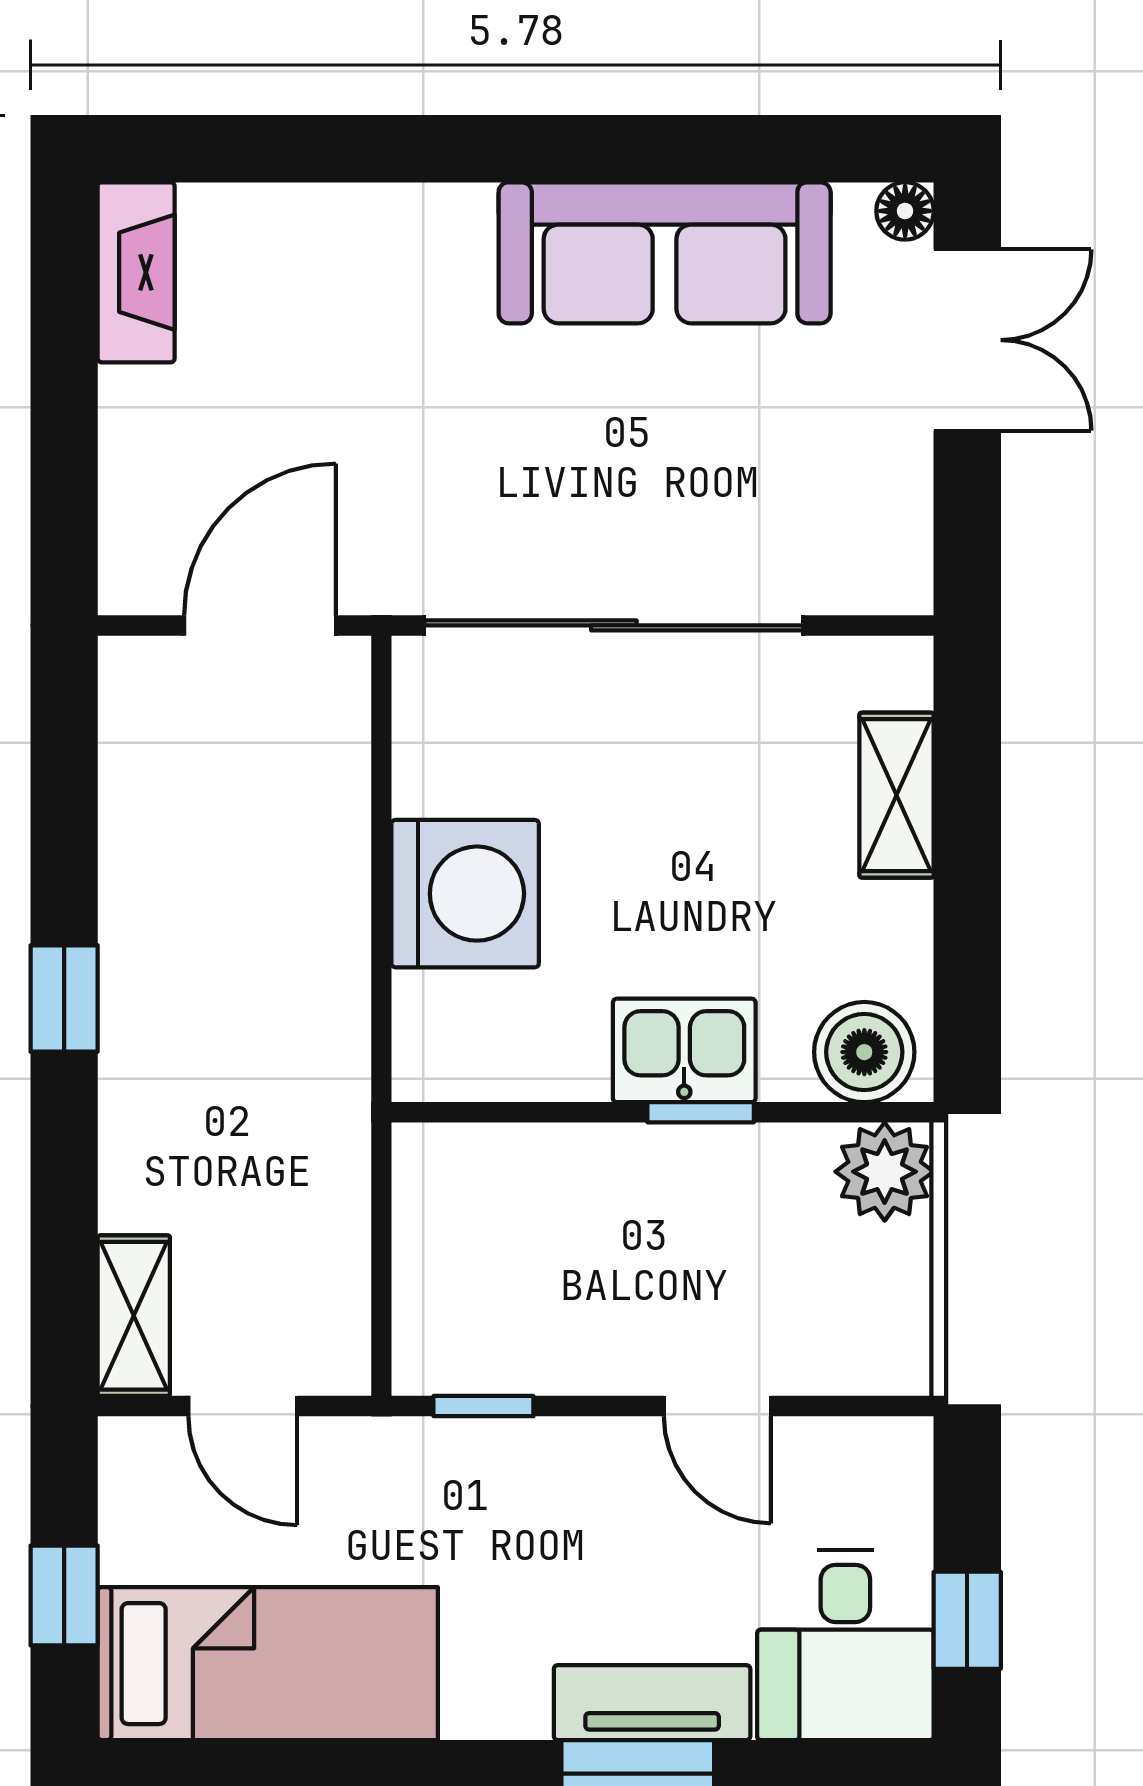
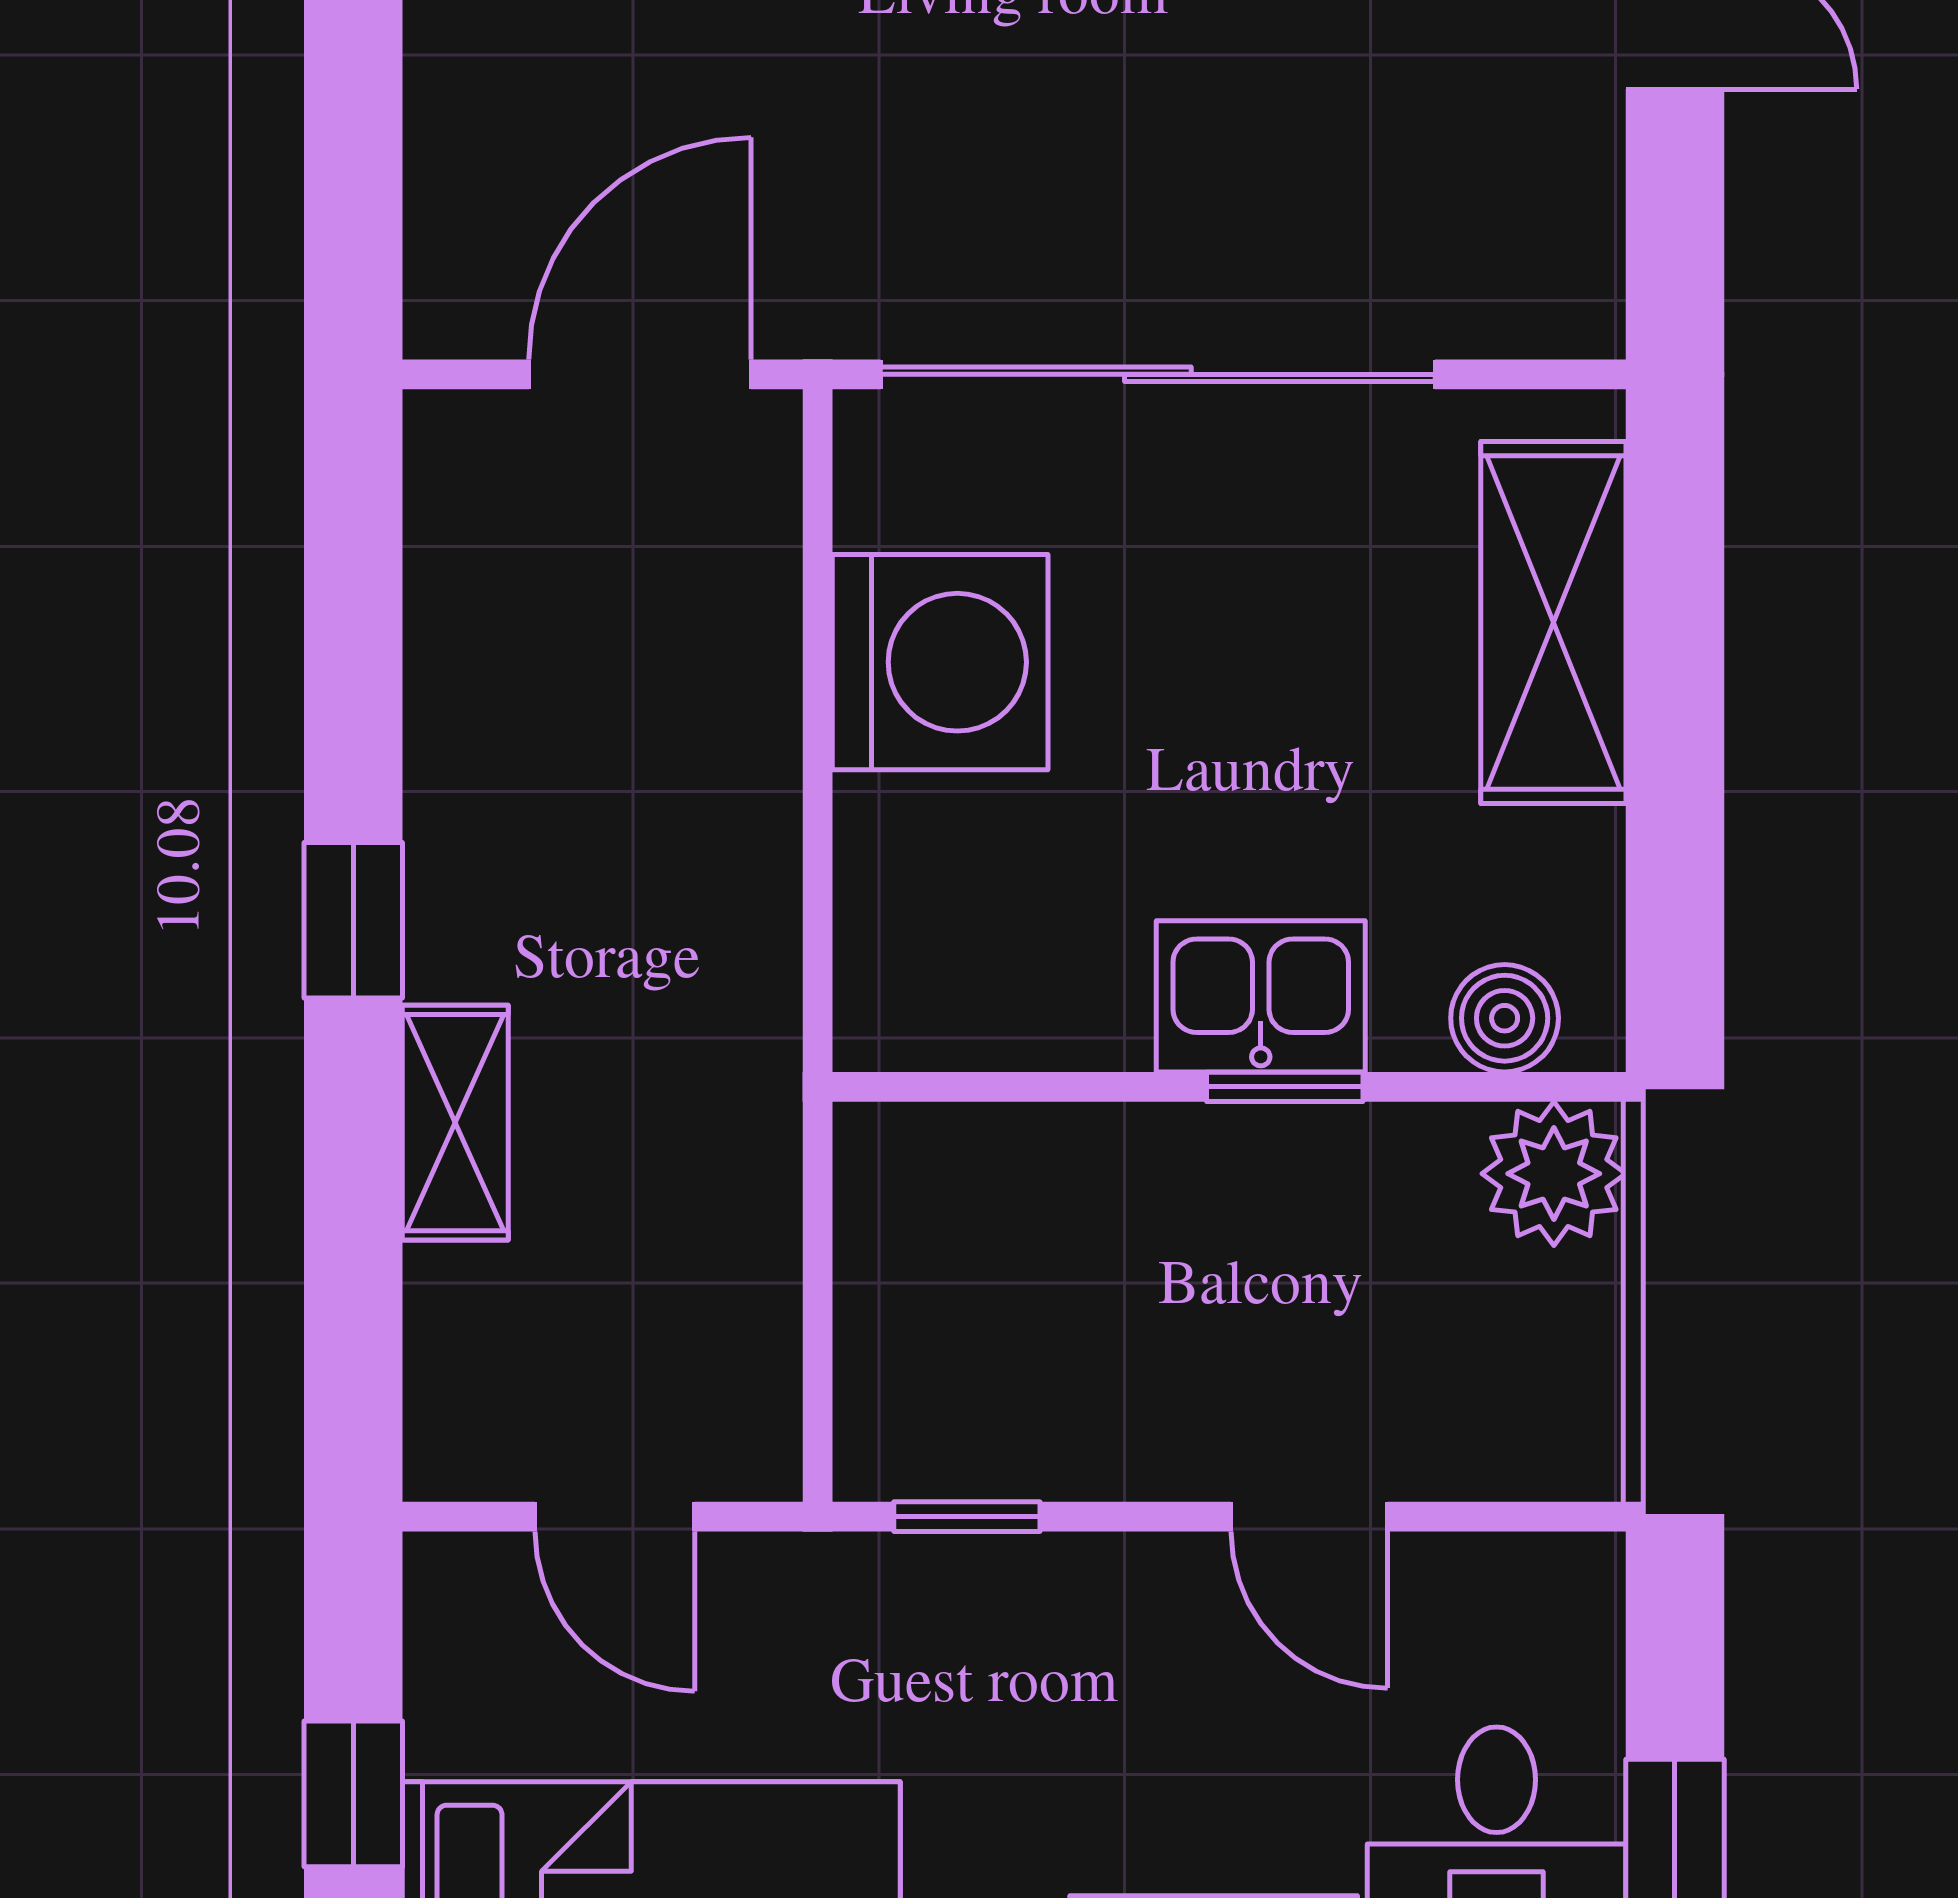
shelving: (897, 795) -> (1553, 623), width x1.50, depth x1.33
washing machine: (465, 894) -> (940, 662), moved
boiler: (864, 1052) -> (1505, 1018), width x0.73, depth x0.73
shelving: (134, 1316) -> (455, 1123), moved

